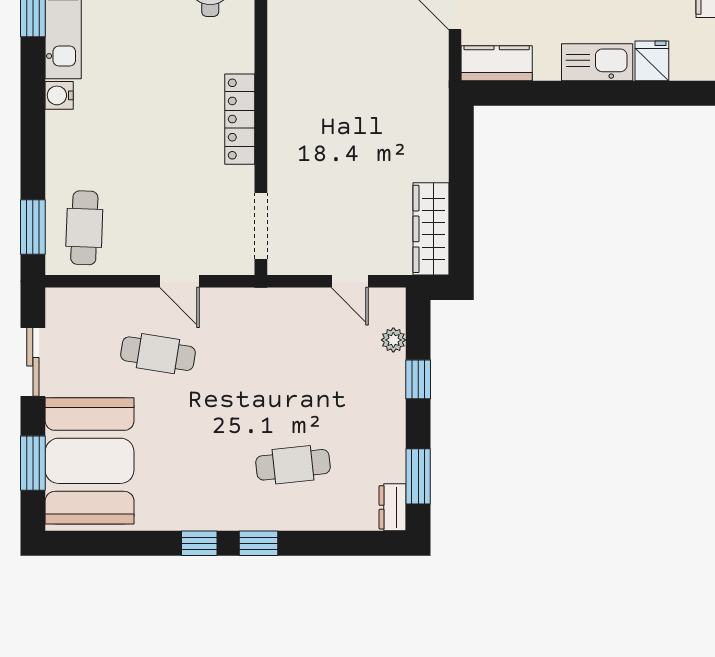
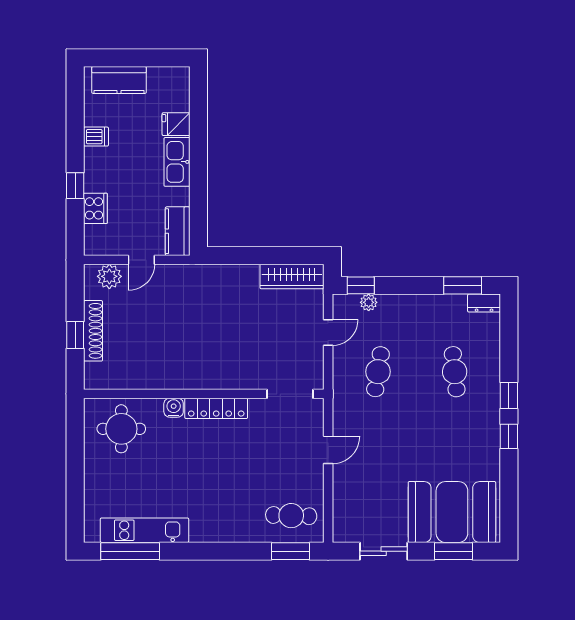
water cooler: (59, 95) -> (174, 408), moved, turned 180
cafe table: (158, 354) -> (378, 372), moved
window: (418, 379) -> (361, 285), moved

